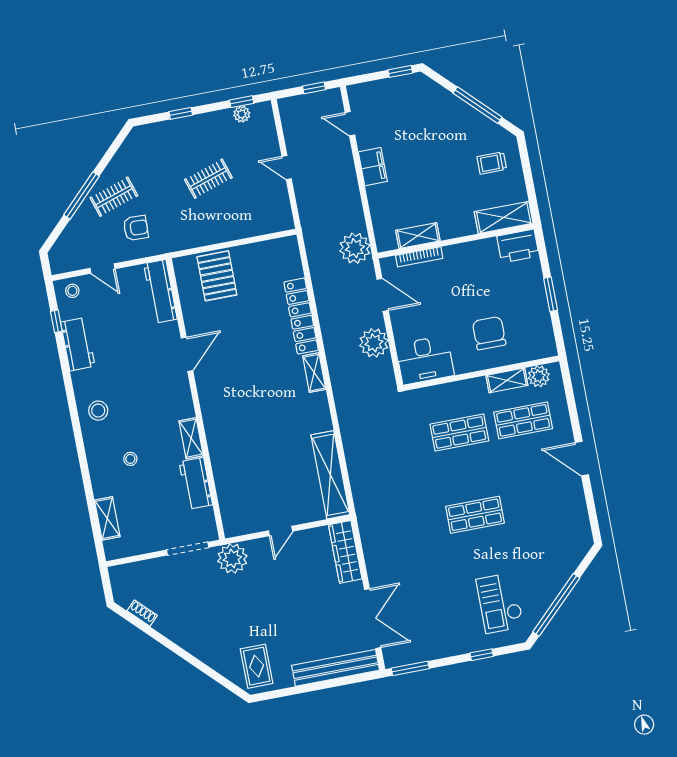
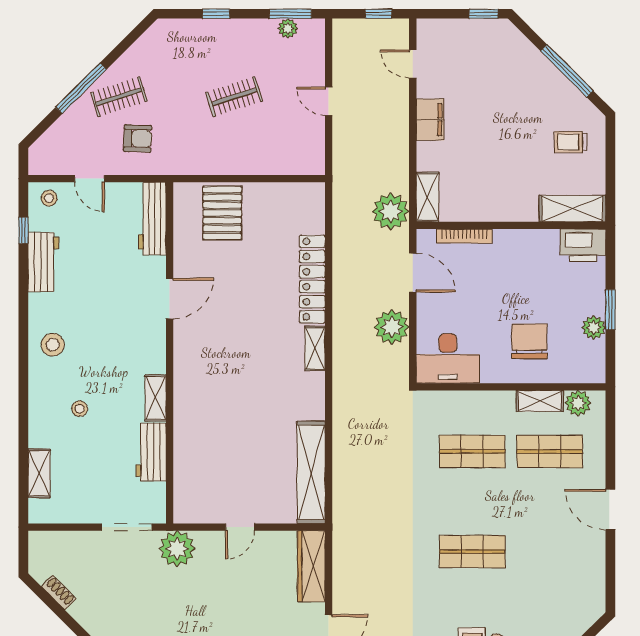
window: (242, 102) -> (290, 14), width x1.50
shelving: (418, 236) -> (427, 197), moved, turned 90
plant: (540, 312) -> (594, 328), added

